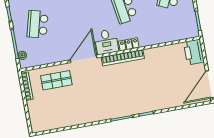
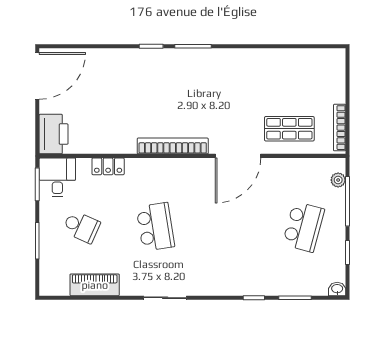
desk: (106, 42) -> (57, 177), moved
locker: (129, 44) -> (108, 166), moved

